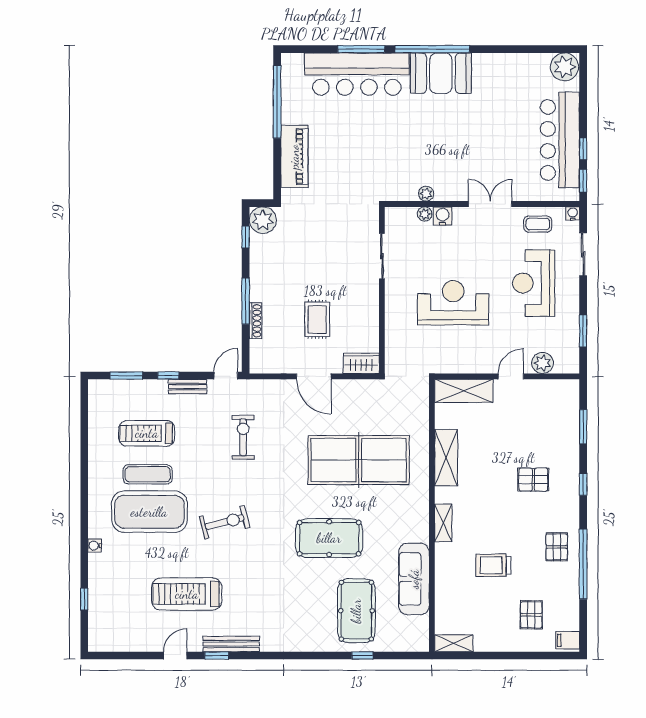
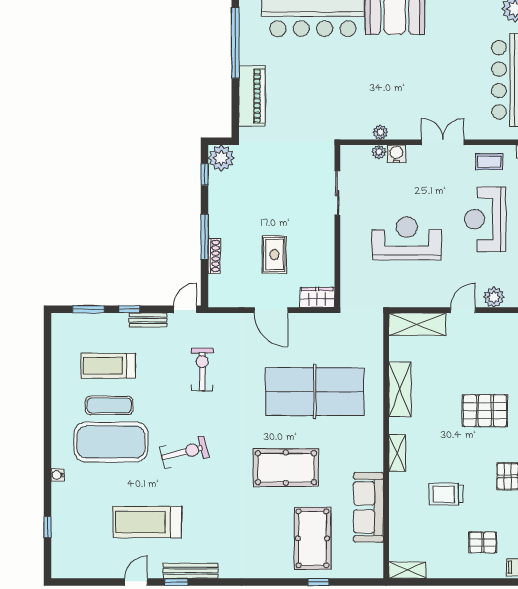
pallet: (533, 480) -> (485, 411), width x1.50, depth x1.42
pallet: (531, 615) -> (483, 542), turned 90

